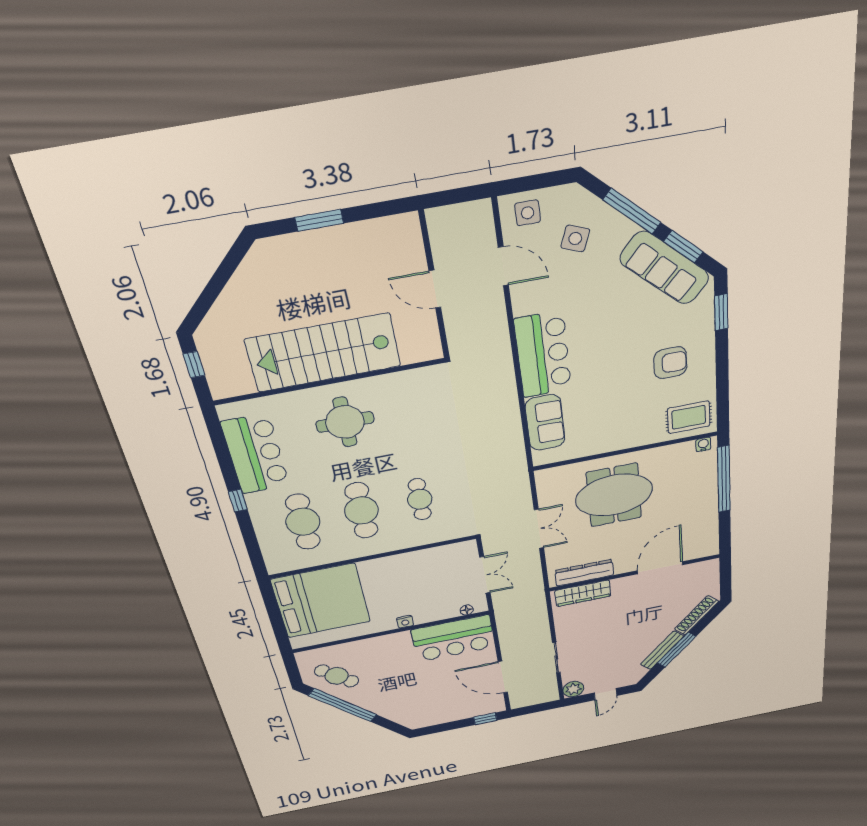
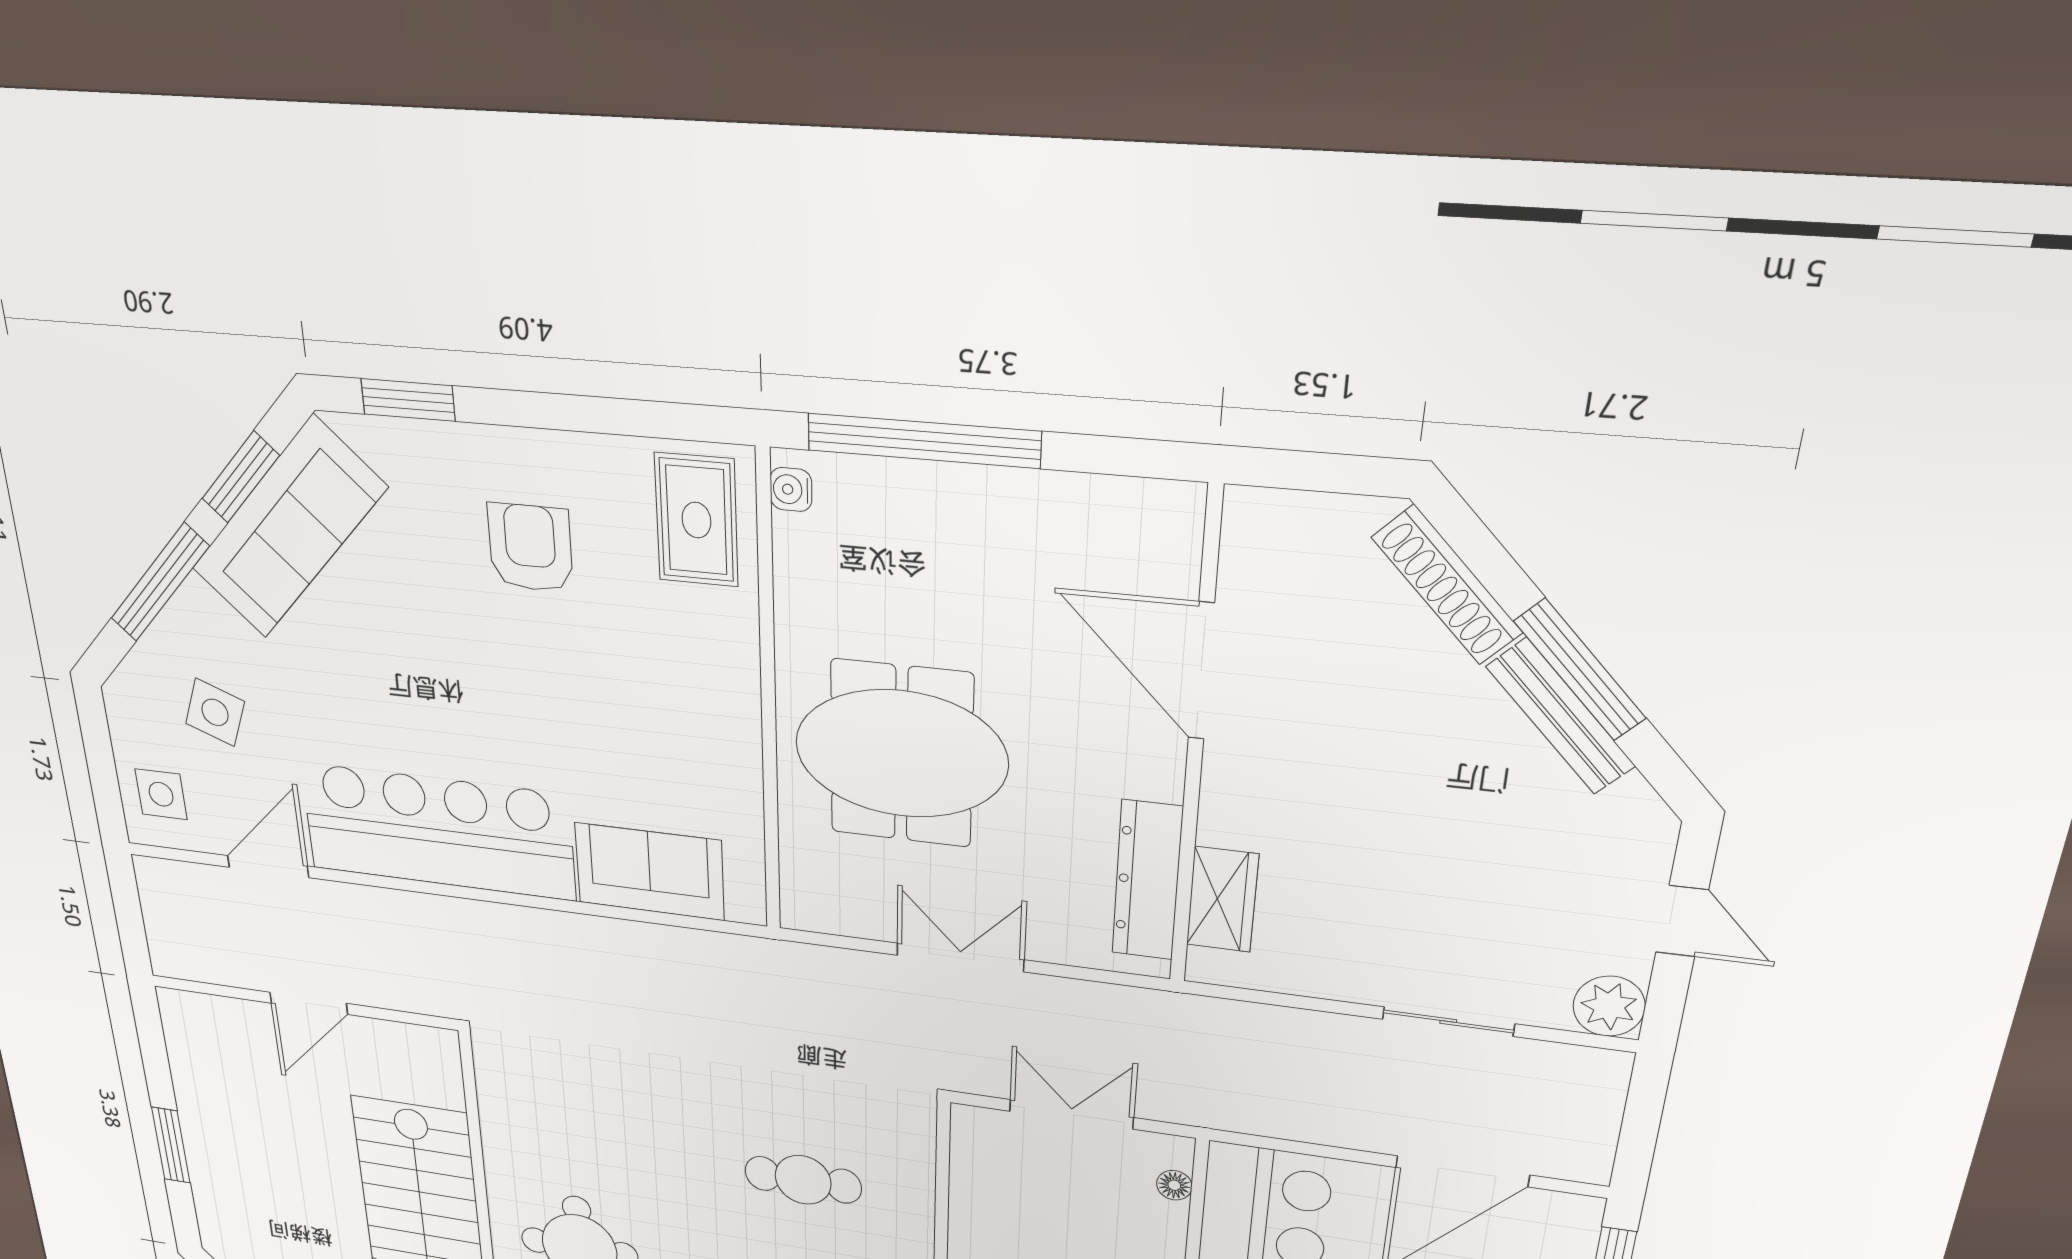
bar counter: (543, 355) -> (438, 832), width x1.36
meeting table: (614, 495) -> (901, 754), turned 90
wardrobe: (583, 593) -> (1222, 900), width x0.67

